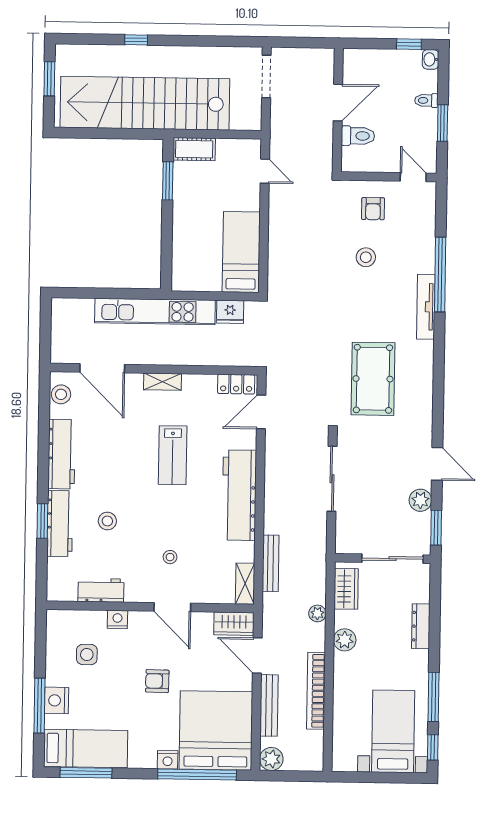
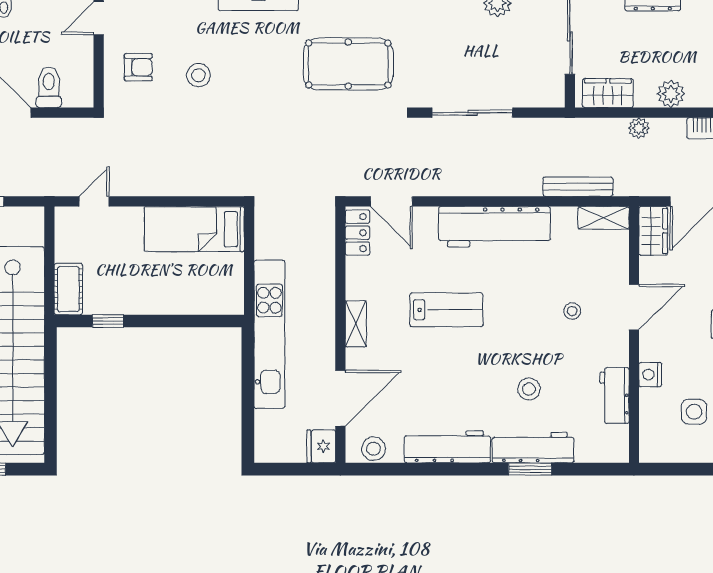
window: (168, 181) -> (108, 321), width x0.67
fridge: (230, 312) -> (321, 446), moved, turned 180

